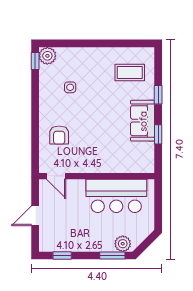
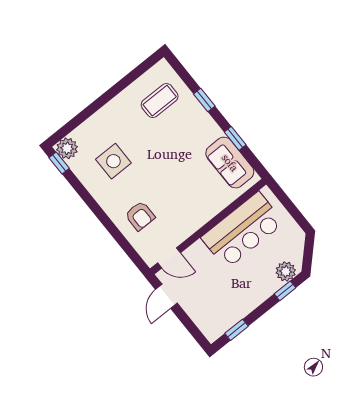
side table: (70, 87) -> (113, 161), width x1.87, depth x1.87
sofa: (143, 121) -> (230, 163), moved
door: (35, 216) -> (166, 296), moved
window: (112, 255) -> (285, 291), width x0.67

